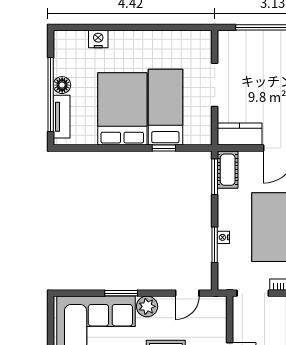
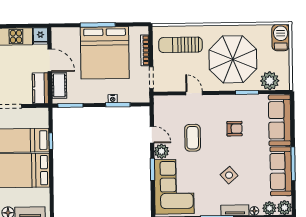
cot: (228, 170) -> (59, 85), moved, turned 90
door: (187, 293) -> (152, 135), moved

